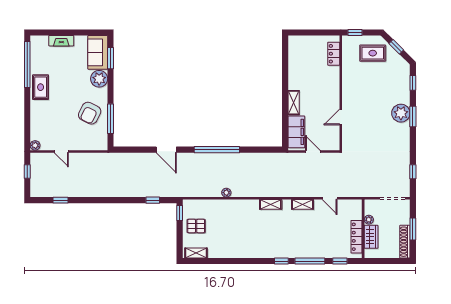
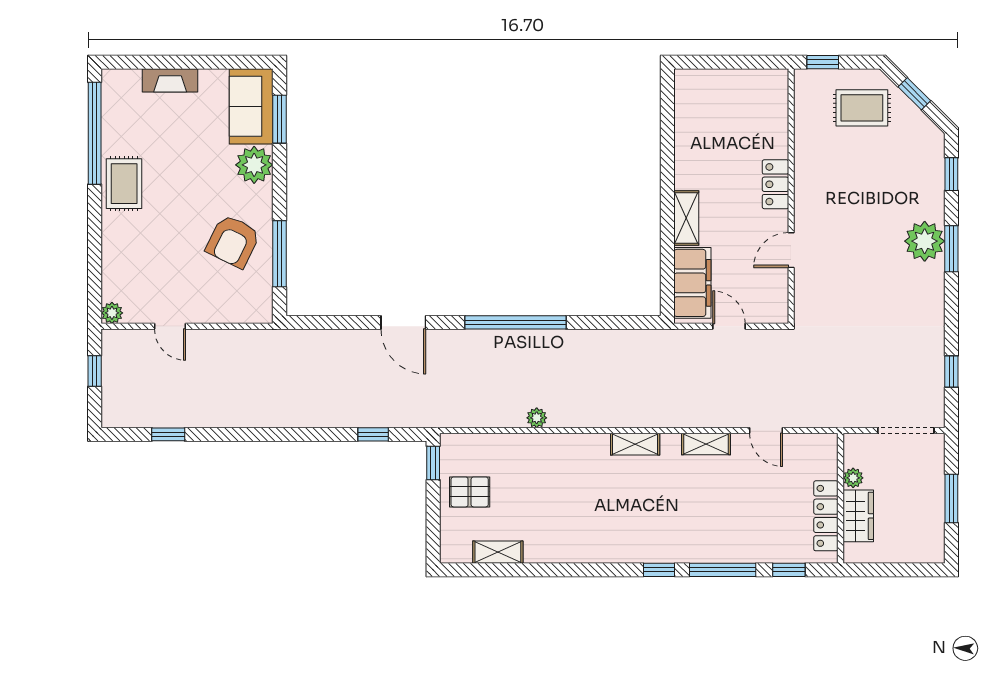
locker: (334, 54) -> (775, 184), moved
shoe rack: (405, 242) -> (933, 527), removed
shelving: (196, 253) -> (498, 552), moved

